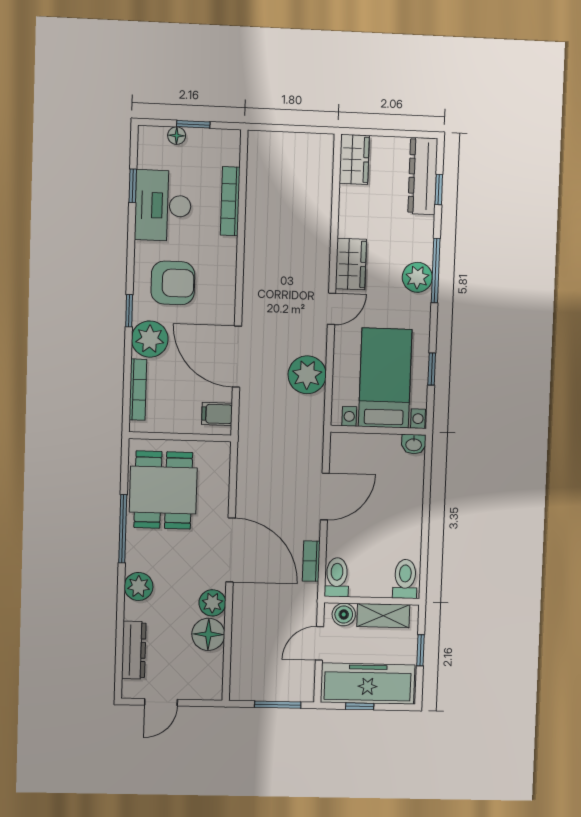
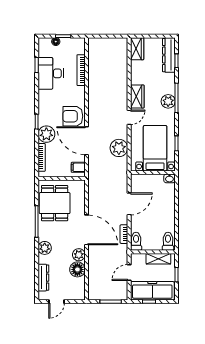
armchair: (173, 283) -> (73, 116), moved, turned 180
boiler: (344, 614) -> (140, 259), removed

